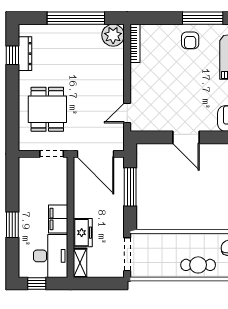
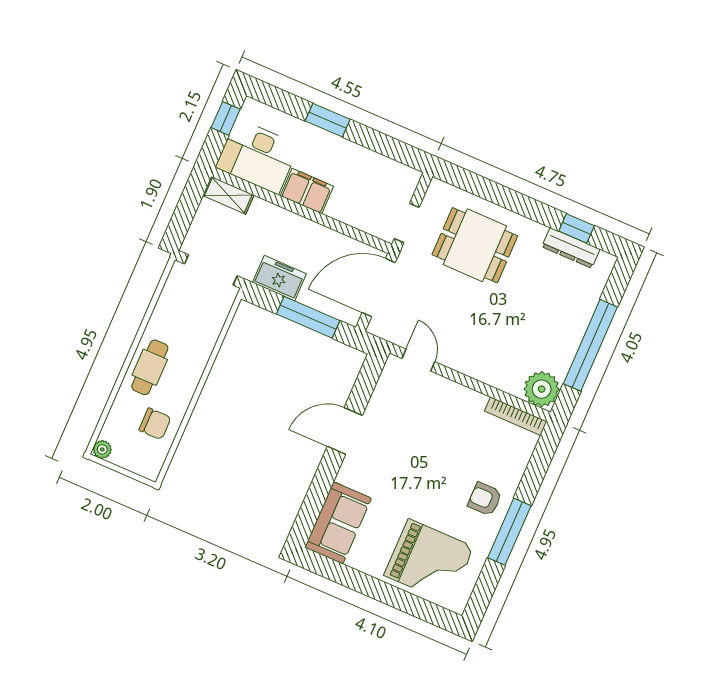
freezer: (83, 233) -> (279, 278), moved, turned 180

